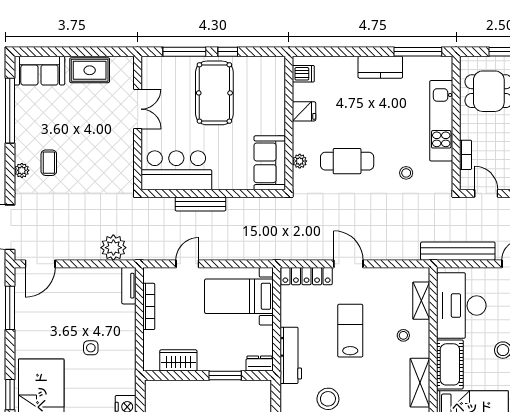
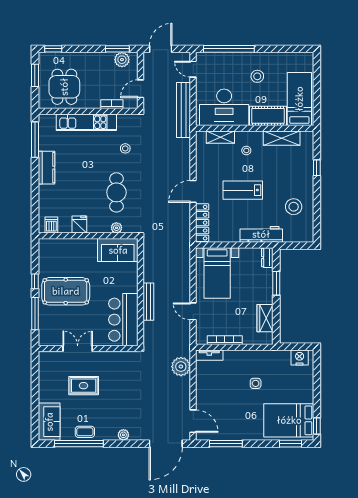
rug: (90, 70) -> (84, 386), moved, turned 90
coffee table: (49, 163) -> (85, 432), moved

